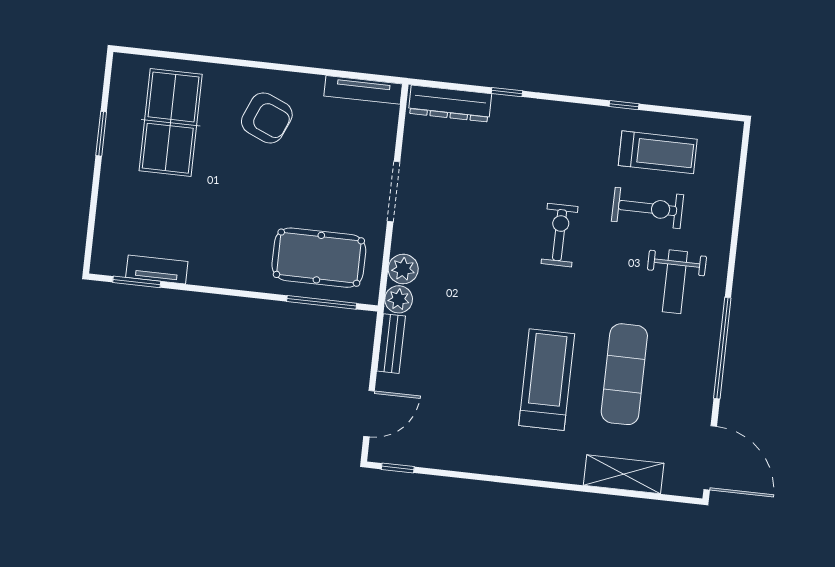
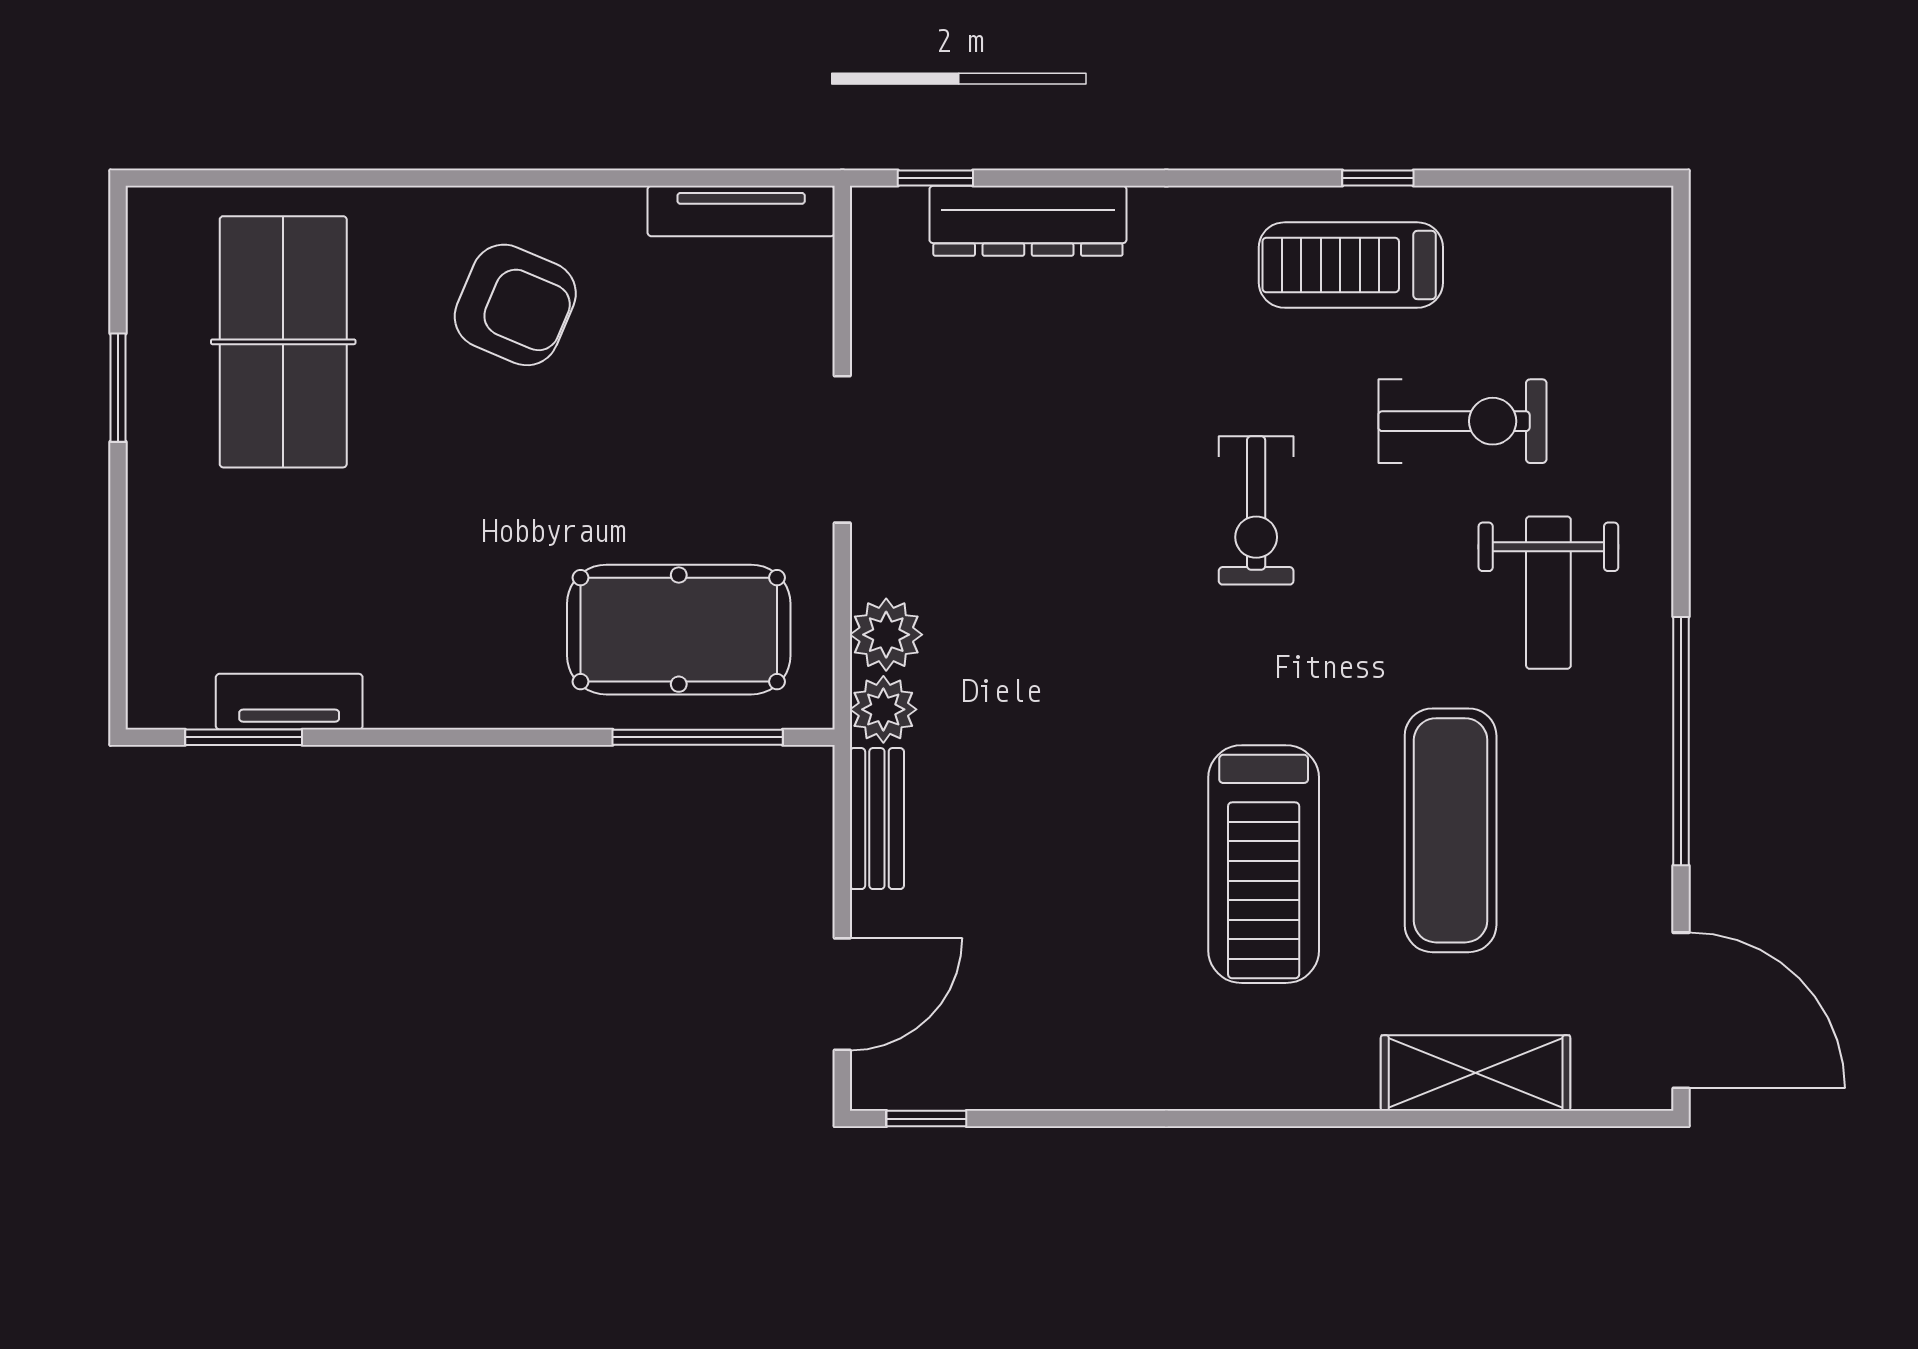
window: (507, 92) -> (935, 178), moved
dresser: (450, 104) -> (1028, 221), moved
treadmill: (658, 152) -> (1351, 265), moved, turned 180
exercise bike: (559, 235) -> (1256, 510), turned 180
treadmill: (547, 380) -> (1264, 864), turned 180

